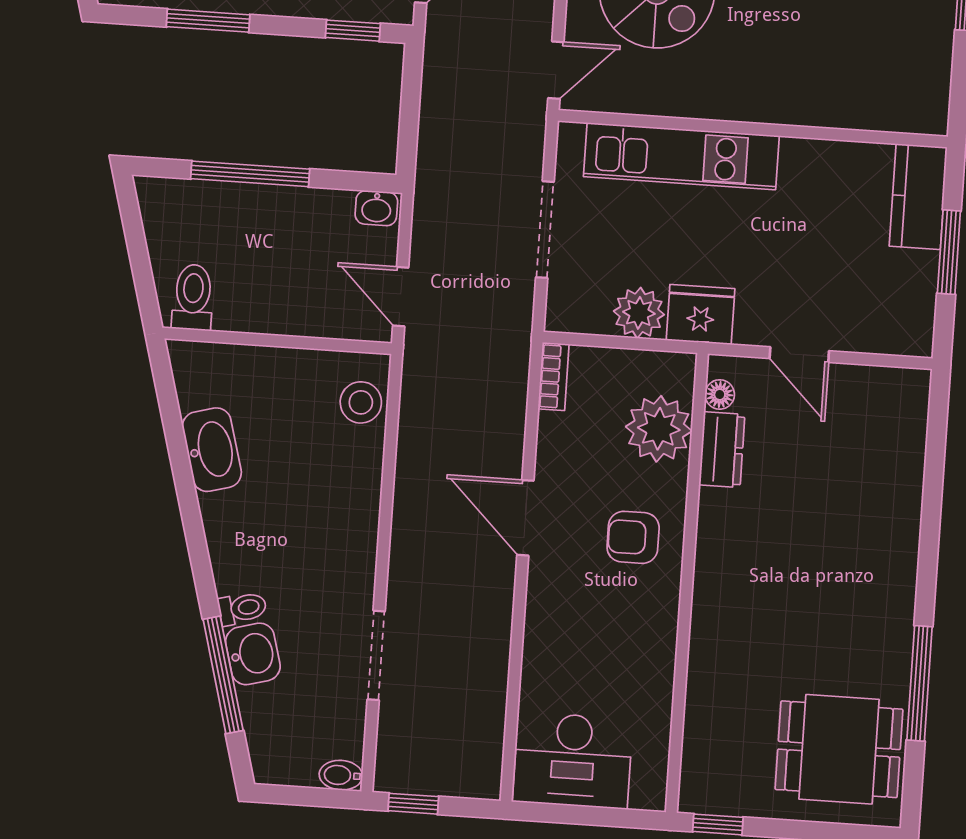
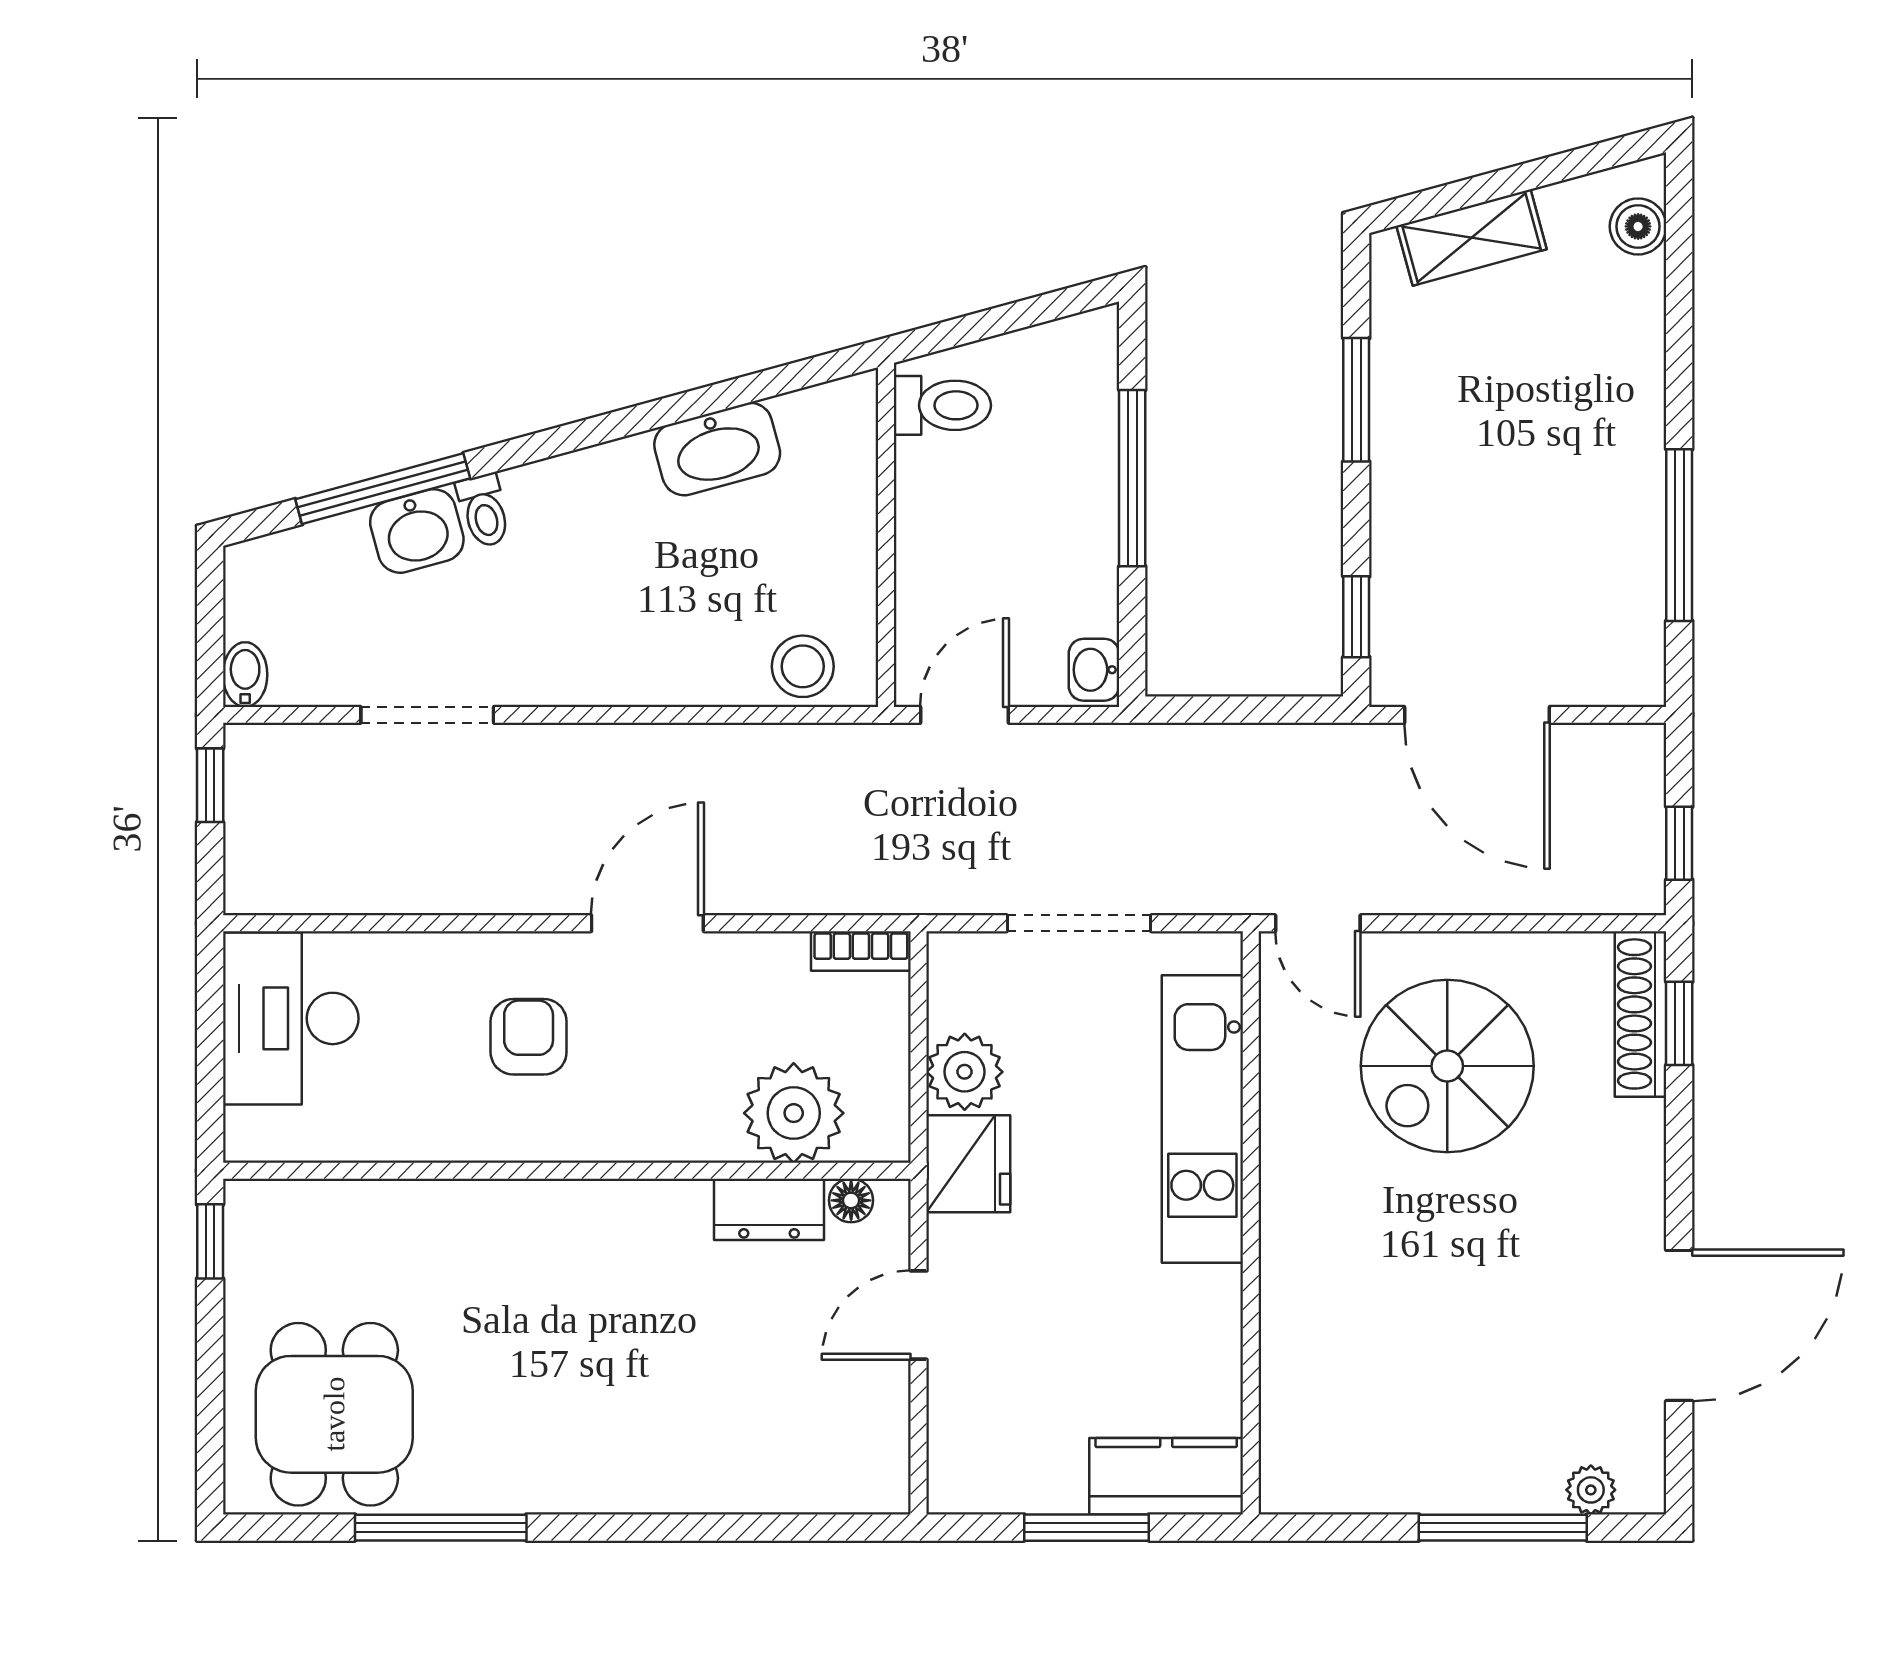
armchair: (633, 537) -> (529, 1037), moved

